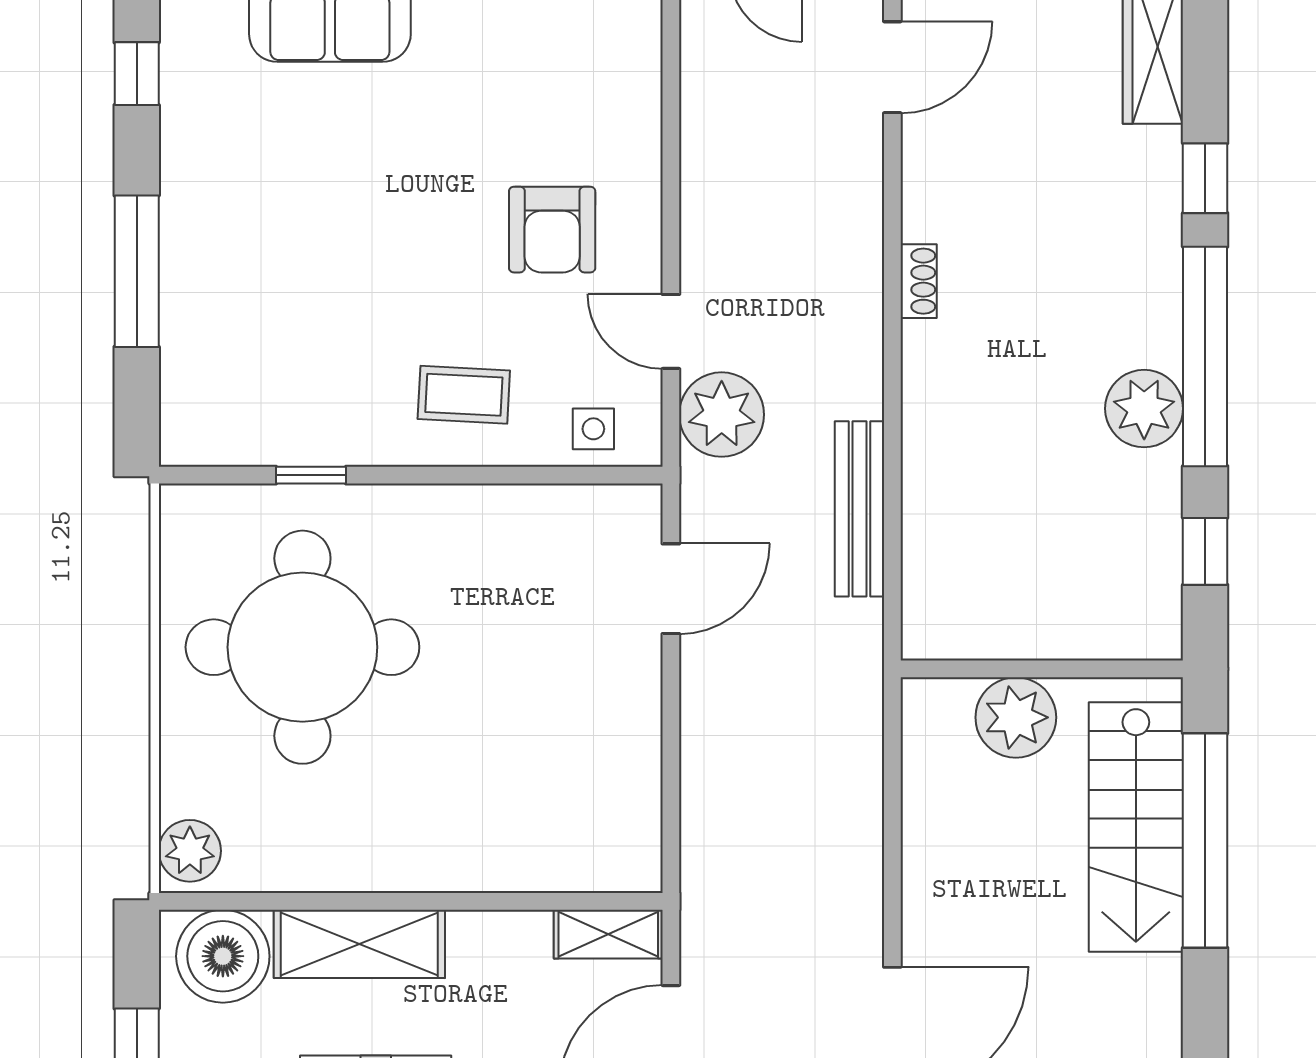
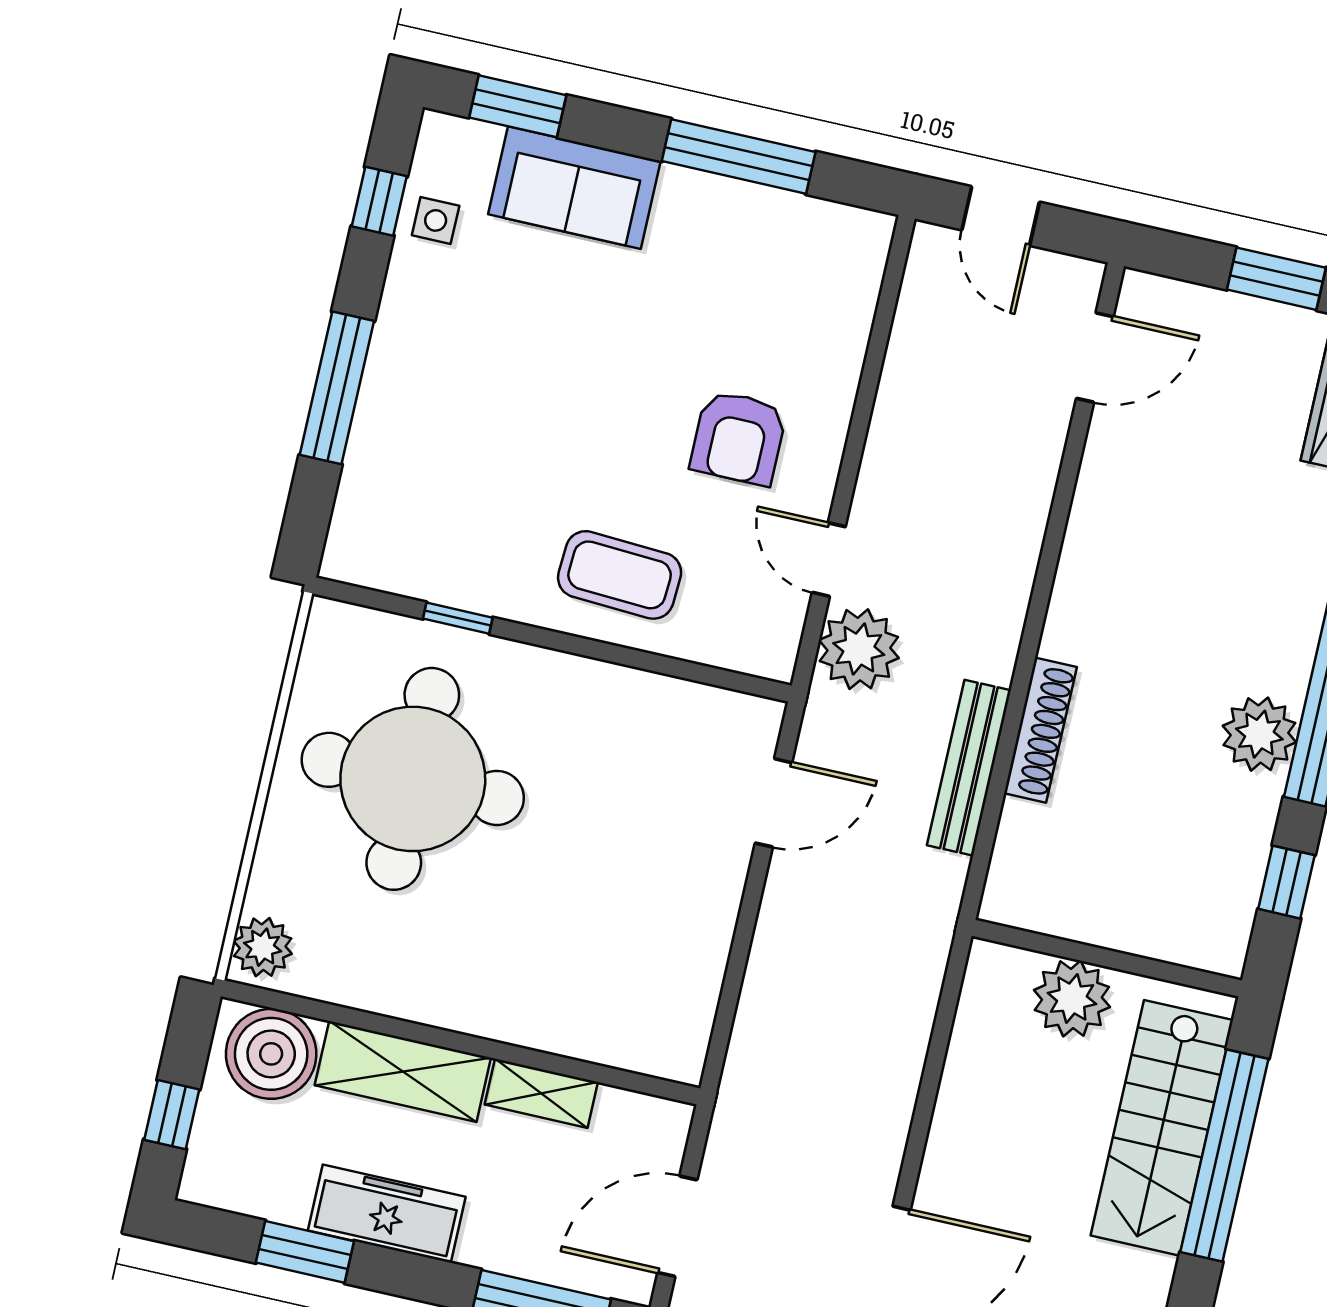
shoe rack: (919, 281) -> (1040, 730), moved, width x1.94, depth x1.24
coffee table: (464, 395) -> (620, 575), width x1.36, depth x1.30
side table: (593, 429) -> (436, 220), moved
shelving: (608, 934) -> (541, 1093), moved

